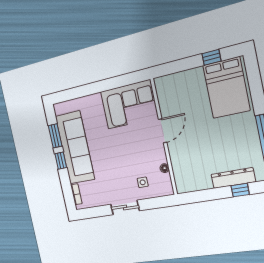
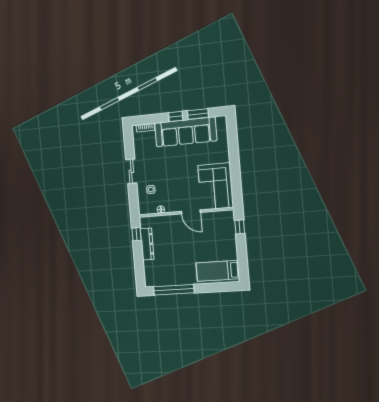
window: (211, 57) -> (240, 227), moved
bed: (226, 88) -> (218, 271), width x0.67
dresser: (233, 178) -> (147, 244), moved
window: (240, 190) -> (137, 234), moved

